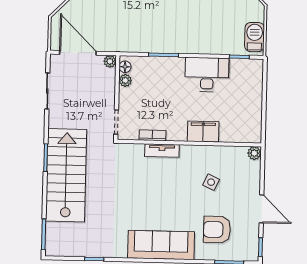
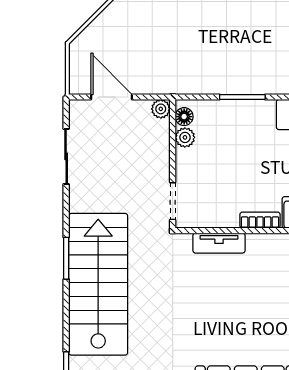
door: (78, 53) -> (112, 97), width x0.73
bookcase: (153, 135) -> (260, 220), moved
tv unit: (162, 151) -> (219, 243), moved

